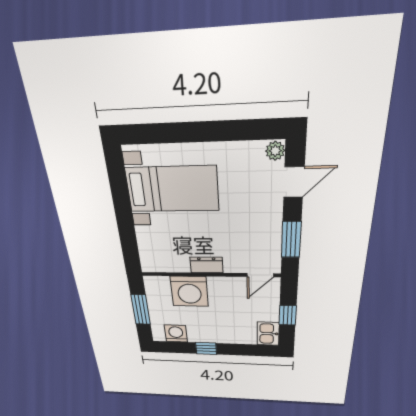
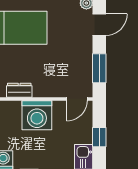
dresser: (207, 265) -> (19, 90), moved
washing machine: (189, 291) -> (37, 115), moved

